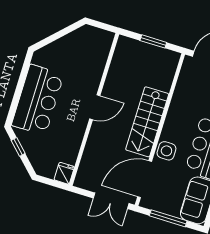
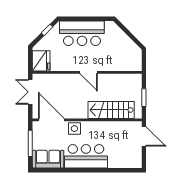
stairs: (147, 122) -> (111, 110), moved
fridge: (64, 173) -> (41, 61), width x1.88, depth x1.34
double door: (111, 201) -> (30, 92), moved

